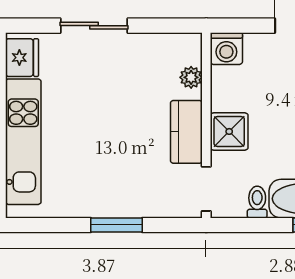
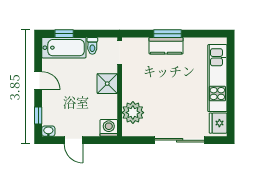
sliding door: (94, 26) -> (180, 140), width x1.37
plant: (191, 77) -> (133, 113), width x1.87, depth x1.87
kitchen counter: (186, 132) -> (166, 46), moved, turned 90

